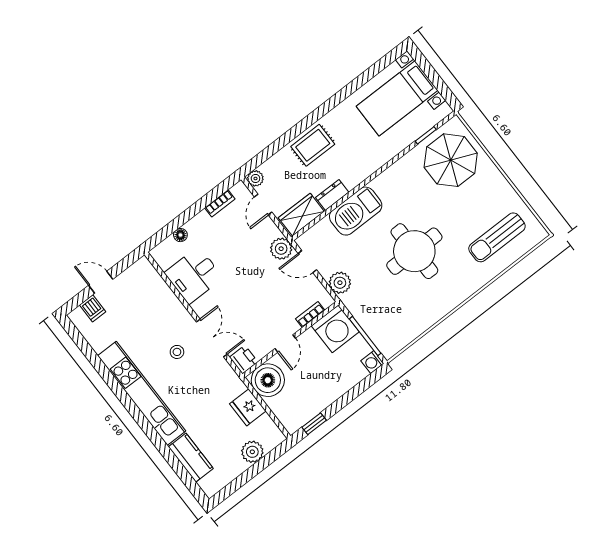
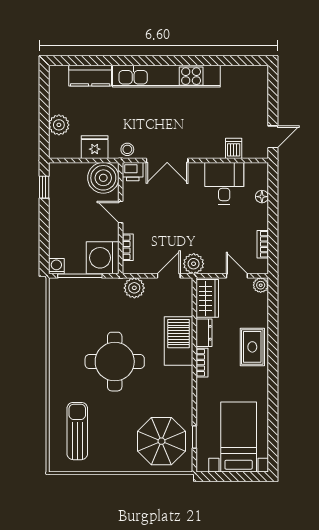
bookcase: (359, 177) -> (202, 363), added
door: (101, 282) -> (273, 137), moved
dishwasher: (93, 308) -> (234, 148), moved, turned 90
stool: (177, 352) -> (127, 149), moved

